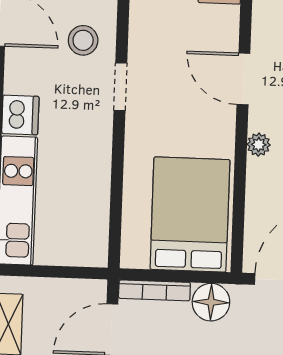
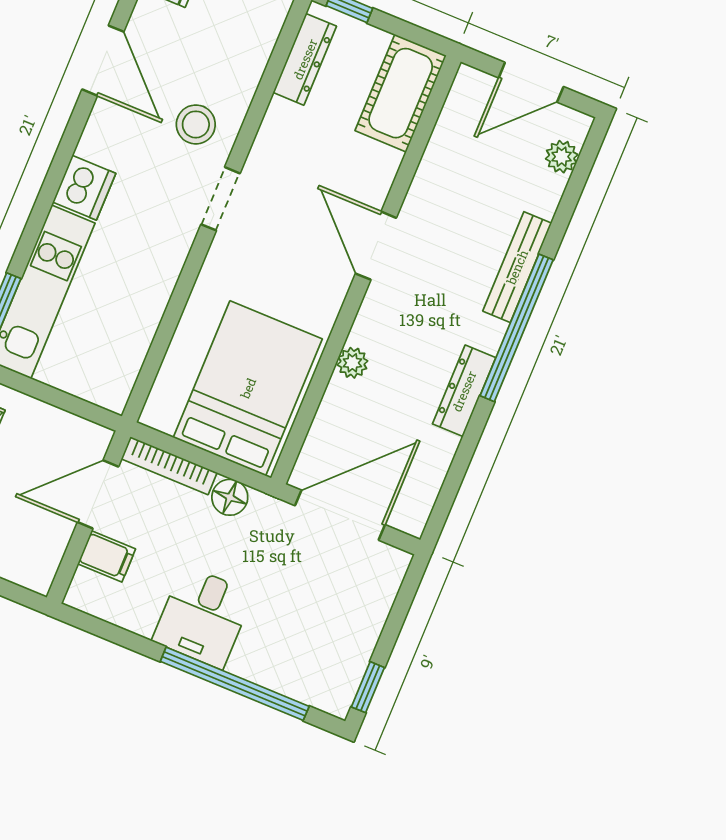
plant: (259, 145) -> (352, 363), moved
floor lamp: (211, 302) -> (230, 497), width x0.73, depth x0.73

